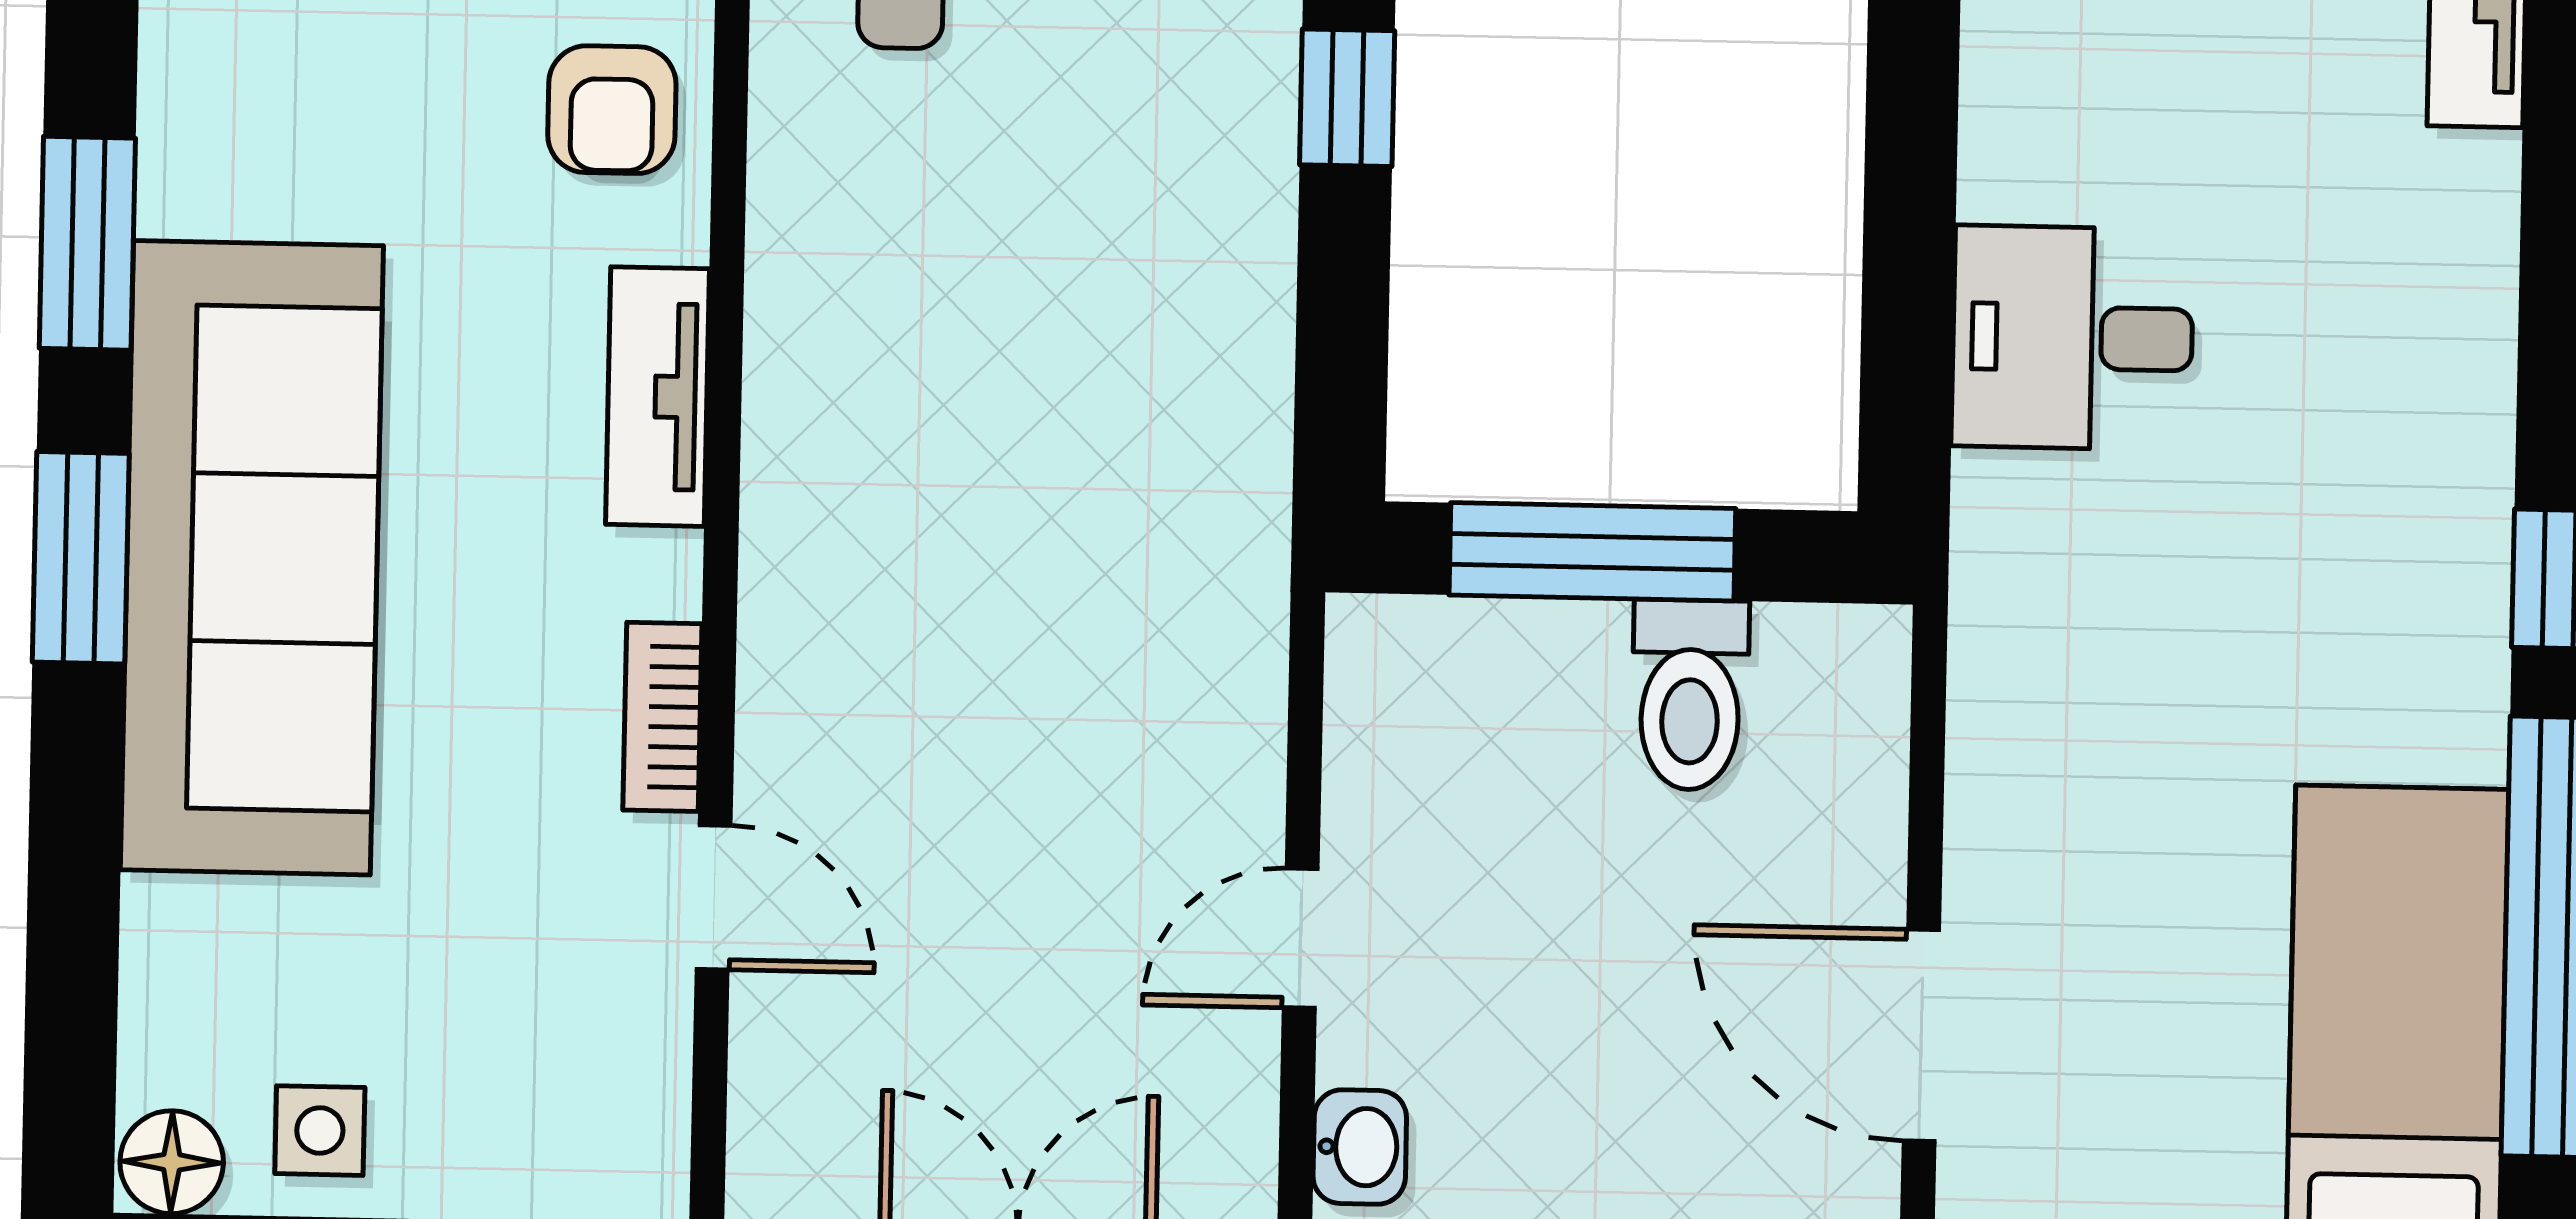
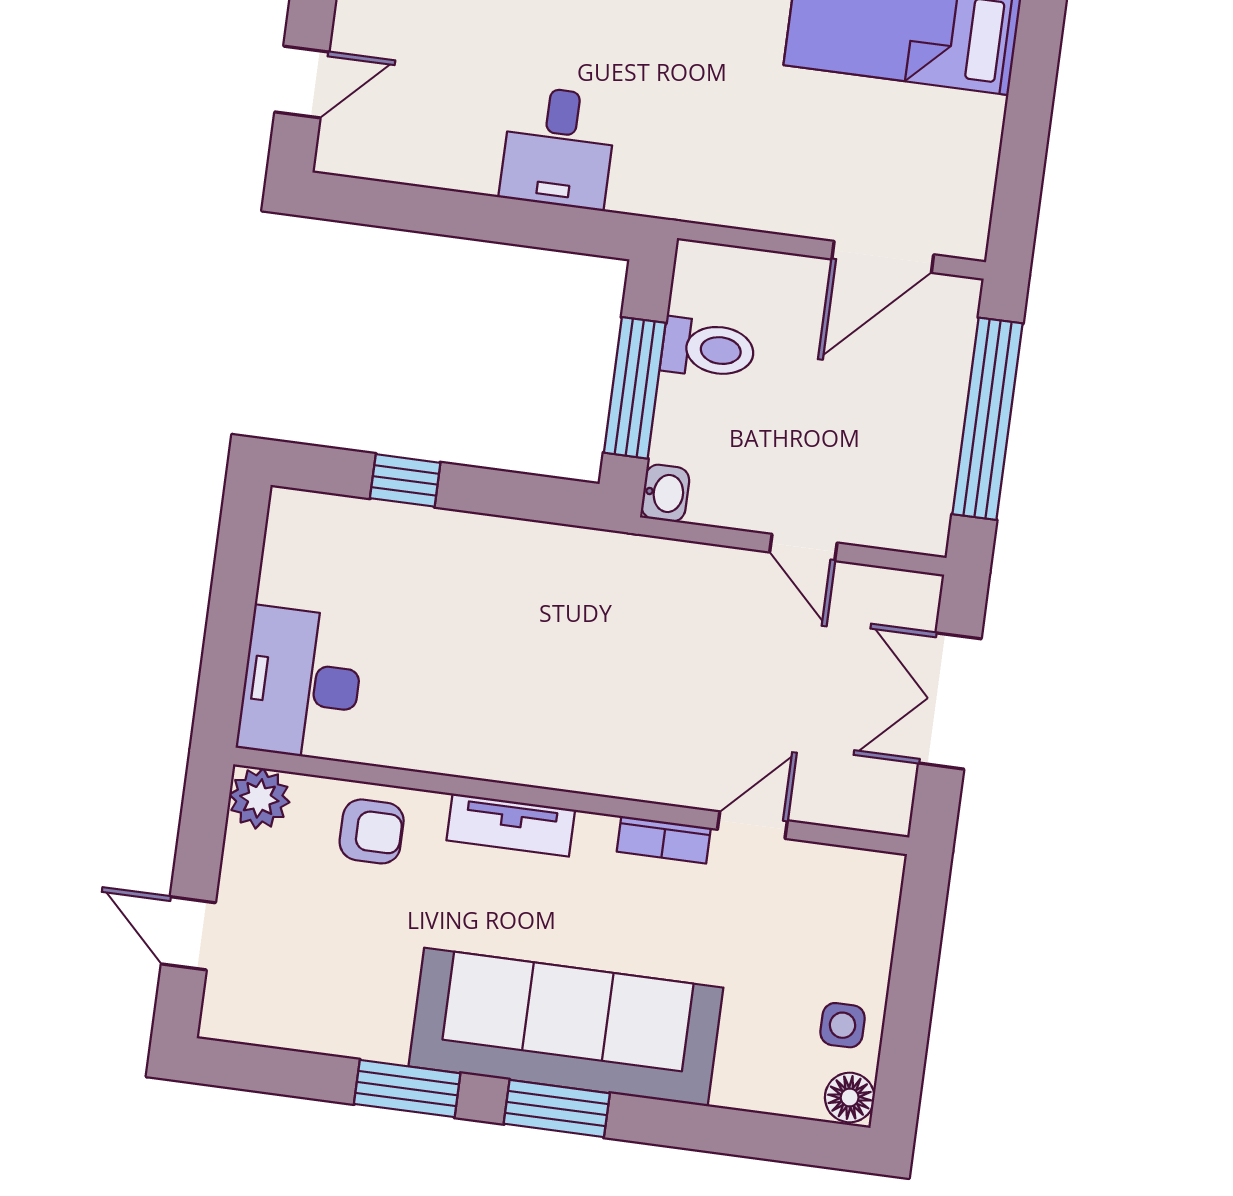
washbasin: (1360, 1147) -> (665, 493), moved, turned 90

